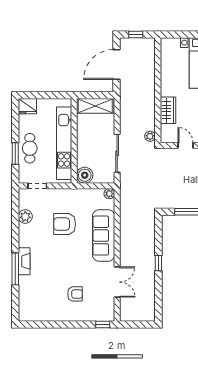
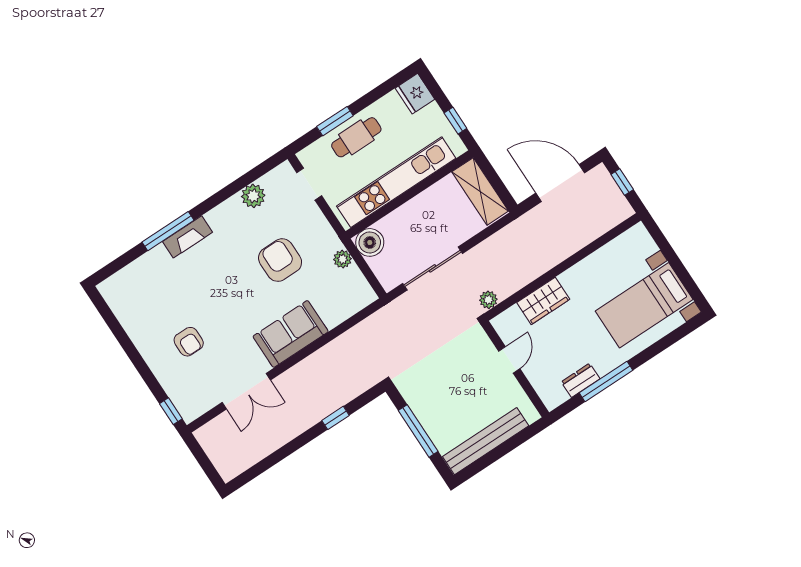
window: (53, 95) -> (455, 121), added
plant: (109, 194) -> (342, 259), moved
sofa: (104, 236) -> (291, 334), width x0.73
window: (158, 263) -> (336, 418), moved

